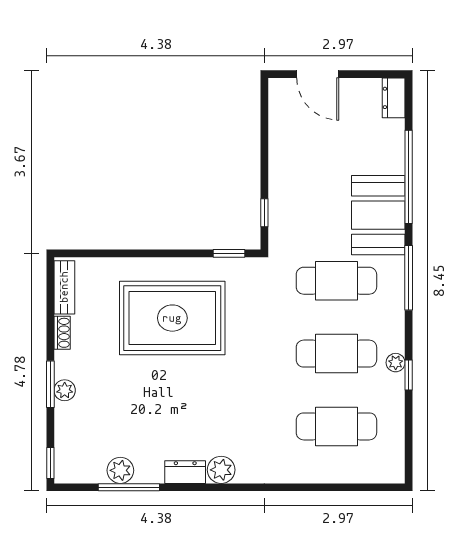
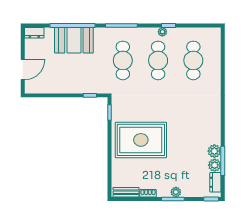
booth: (378, 215) -> (74, 40), moved
rug: (172, 318) -> (141, 140), turned 90
plant: (221, 470) -> (214, 151), moved
dresser: (185, 472) -> (215, 182), moved

